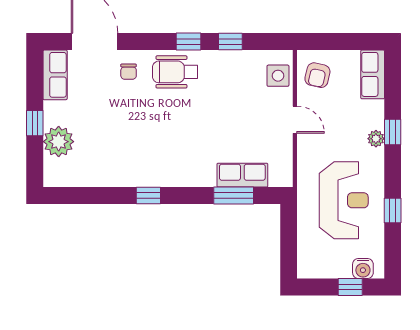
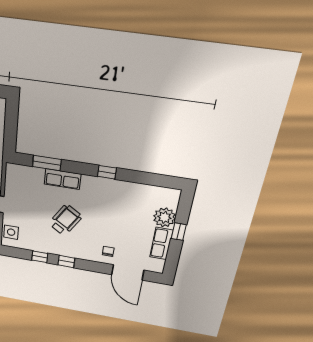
wheelchair: (175, 72) -> (65, 220), moved, turned -58
row of seats: (55, 75) -> (161, 244), moved
row of seats: (242, 175) -> (63, 179), moved

